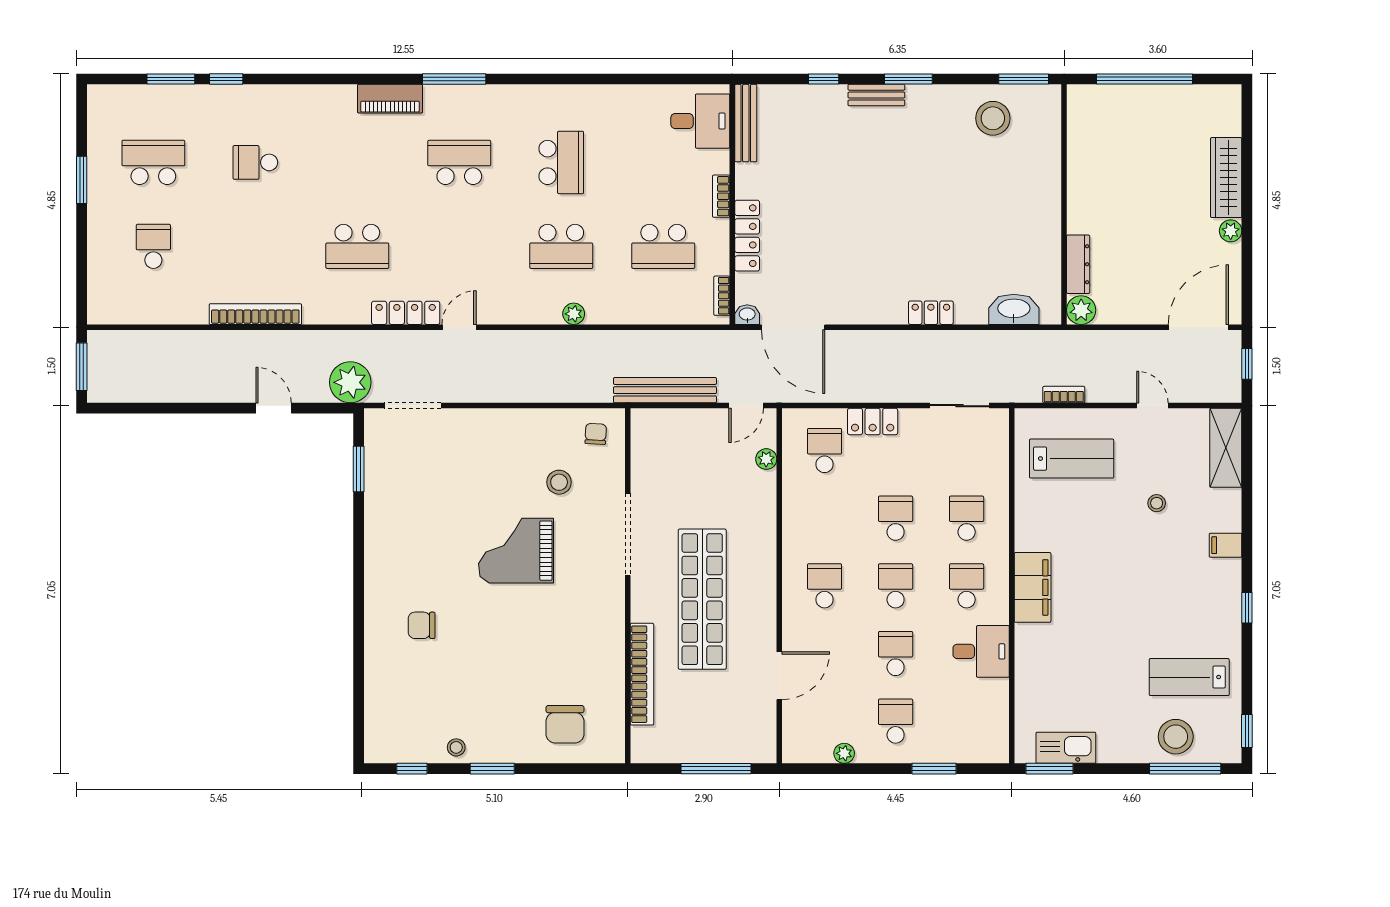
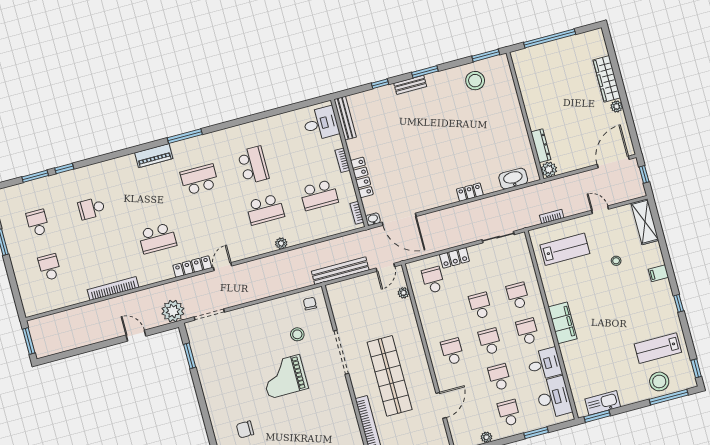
school desk: (153, 162) -> (38, 223), width x0.54
desk: (982, 715) -> (554, 397), added

